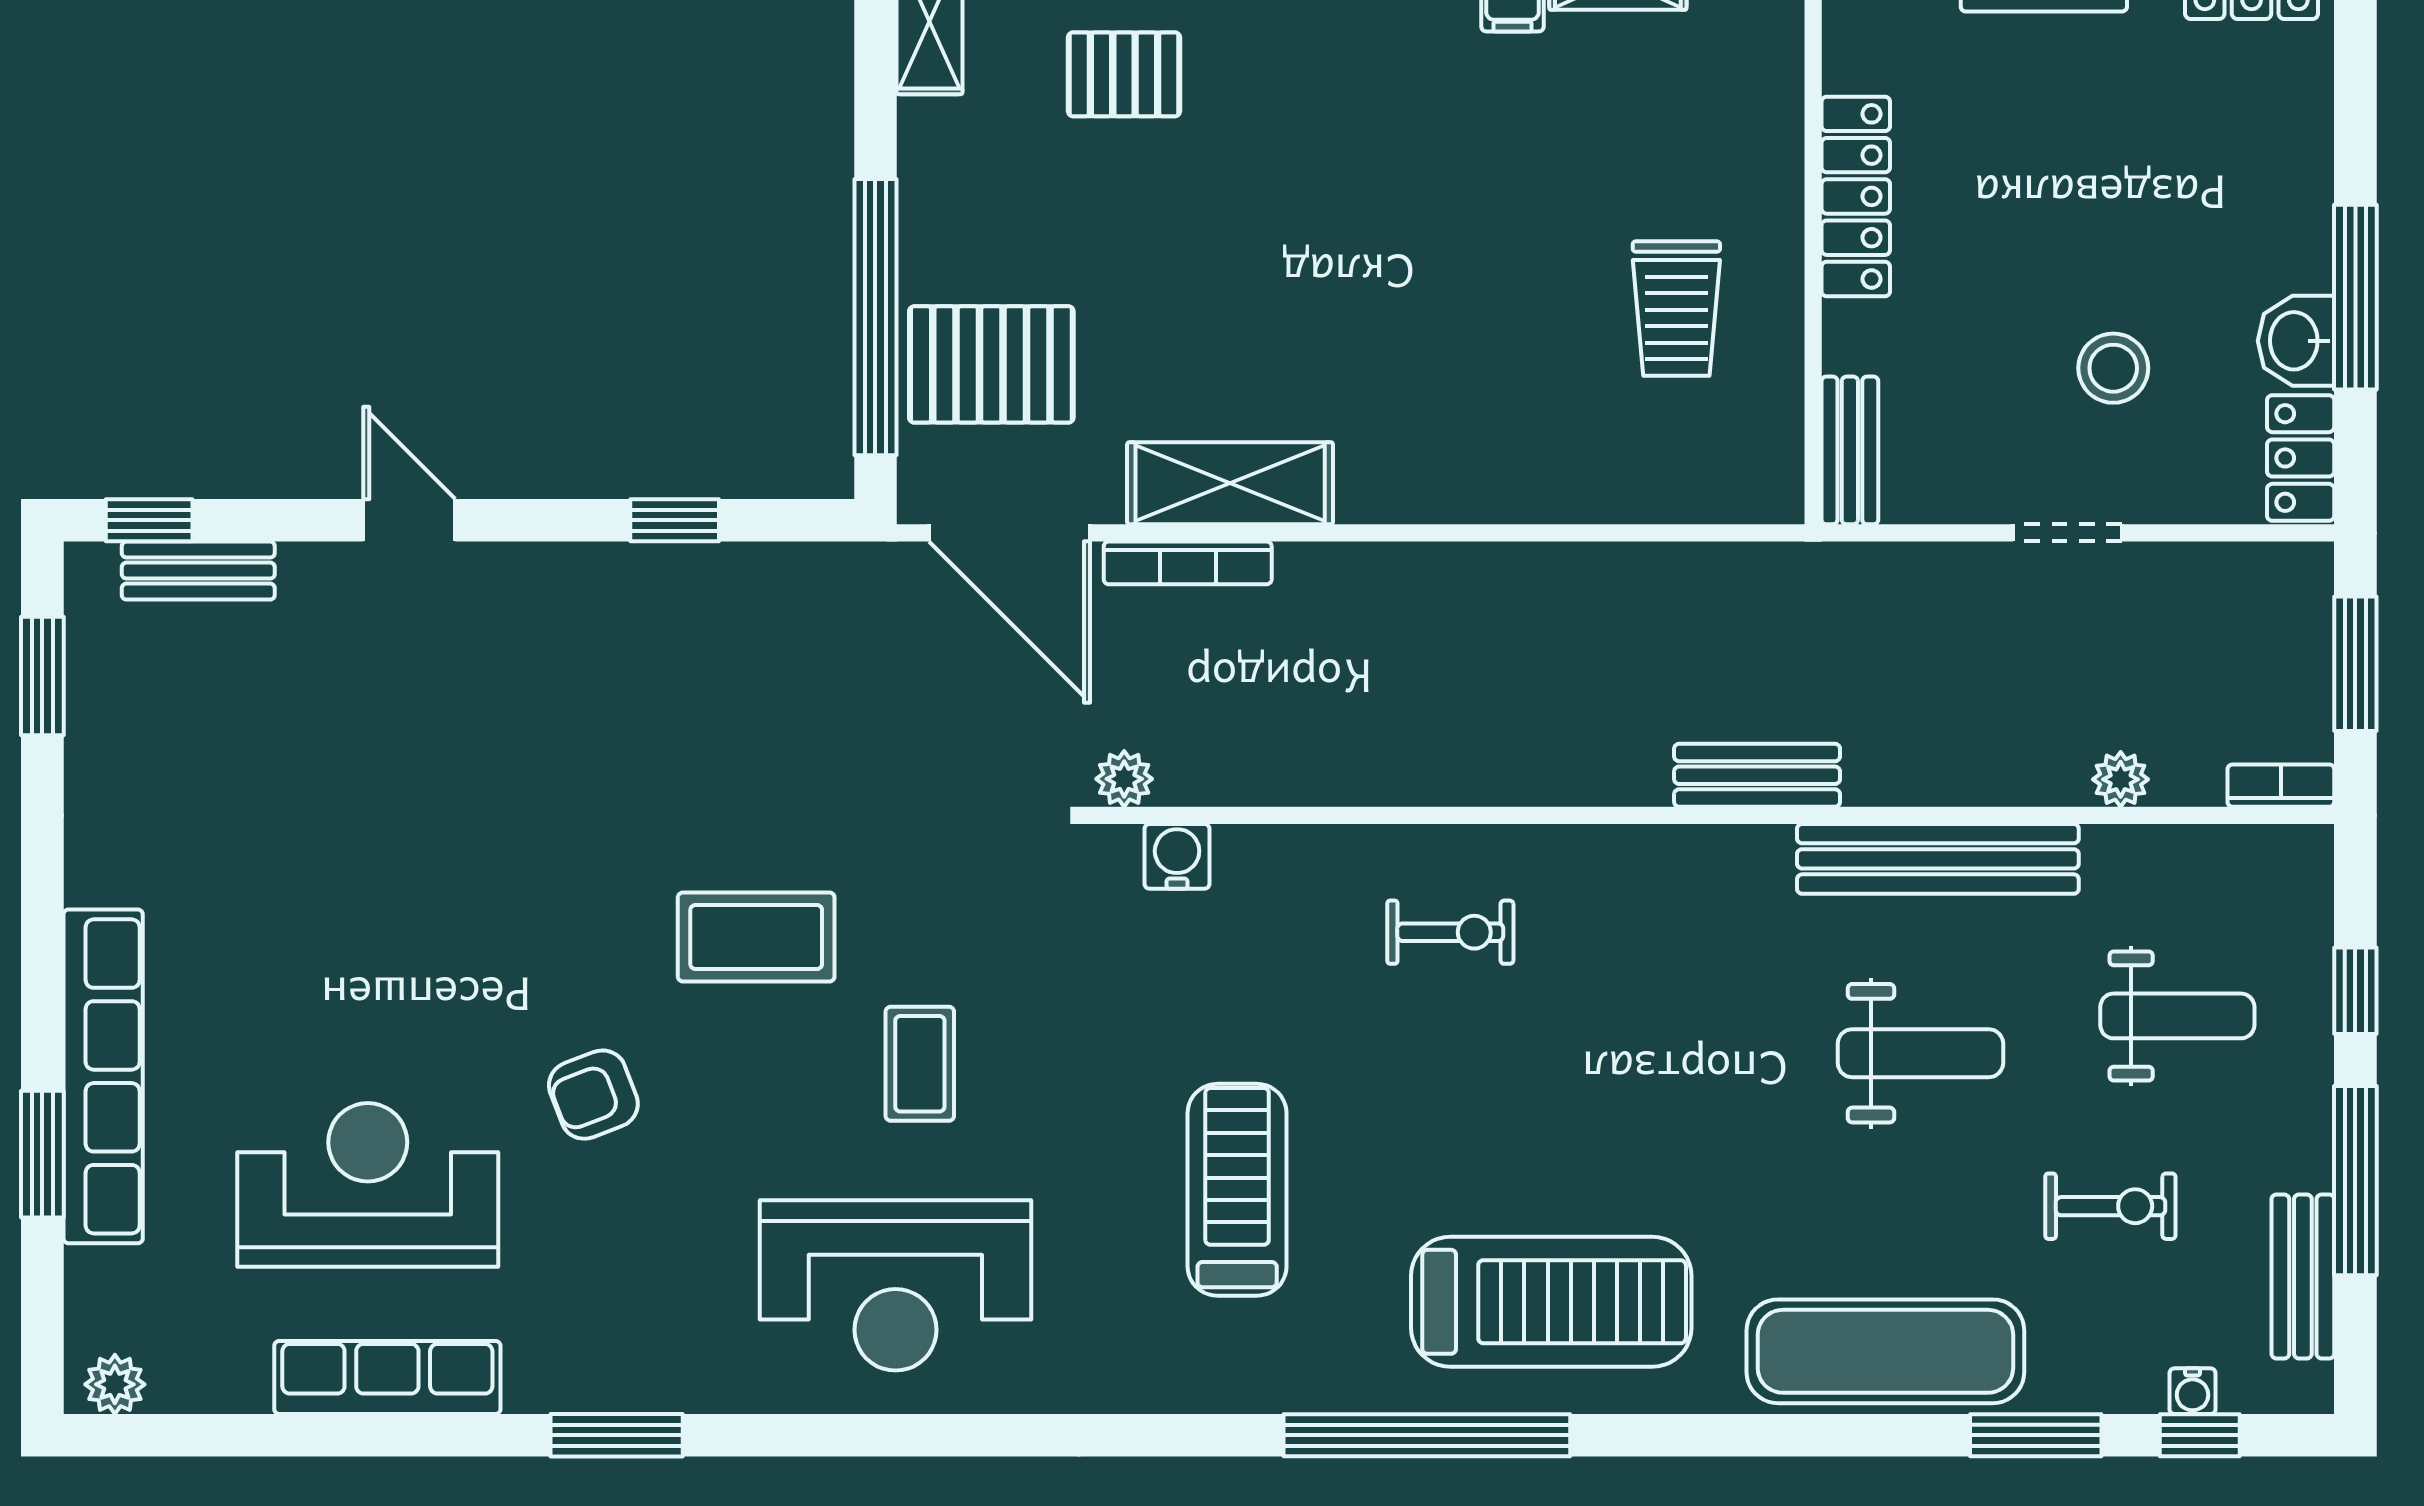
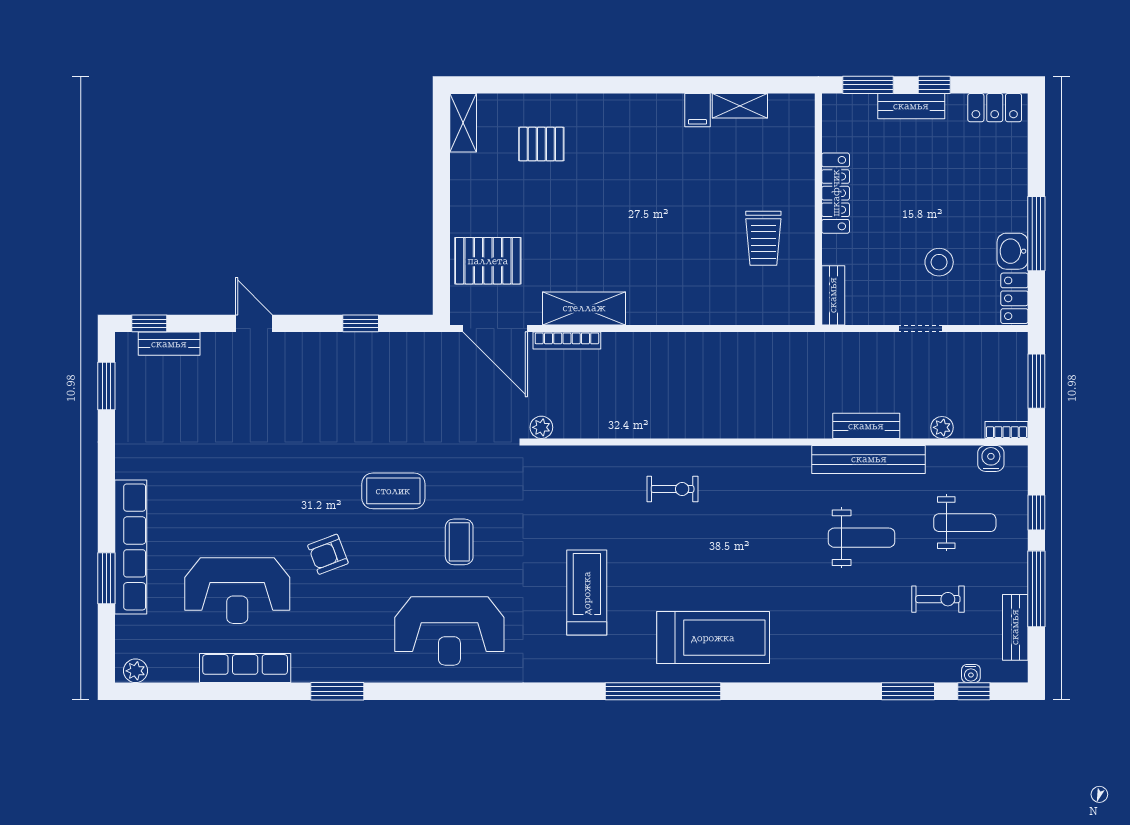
window: (875, 317) -> (441, 242), removed
bench: (1757, 775) -> (866, 426), moved
water cooler: (1177, 856) -> (991, 458), moved
reception desk: (368, 1185) -> (237, 591), turned 180
exercise mat: (1885, 1351) -> (847, 658), removed

